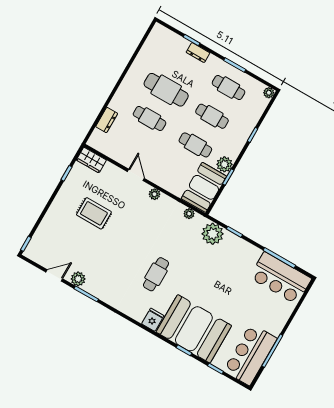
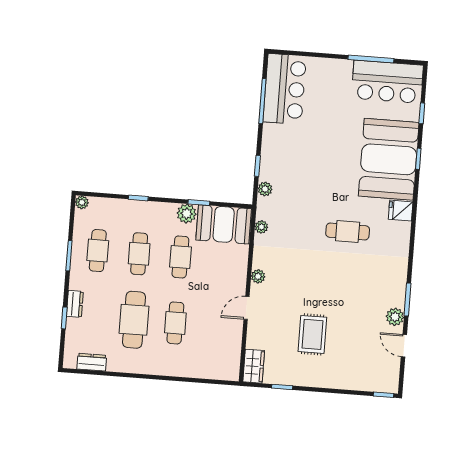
dresser: (107, 120) -> (92, 362), moved
plant: (213, 234) -> (265, 189), width x0.53, depth x0.53

